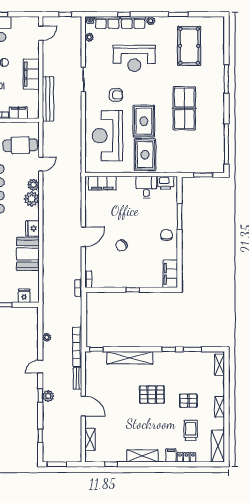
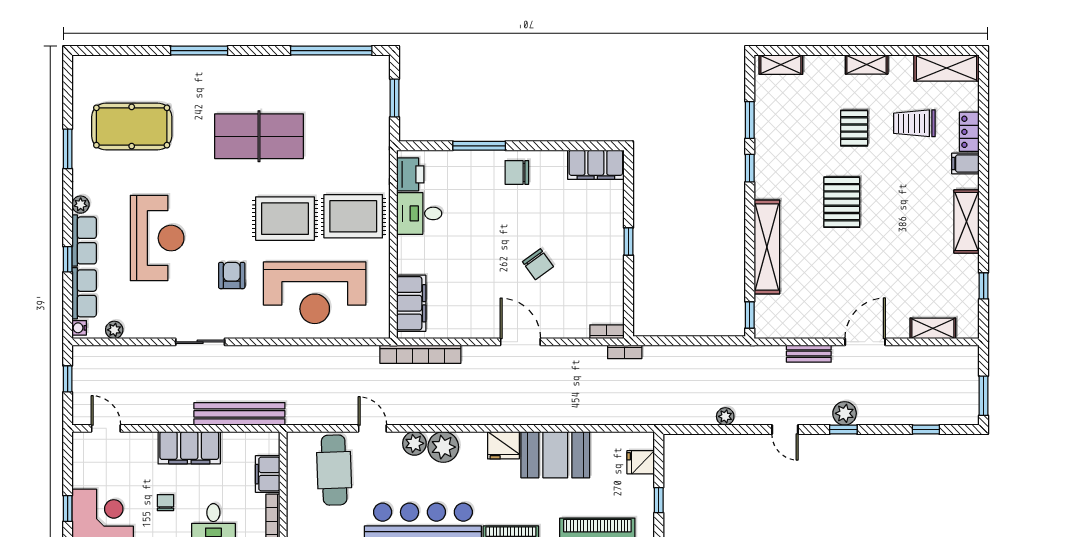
bookcase: (77, 347) -> (420, 354), moved

